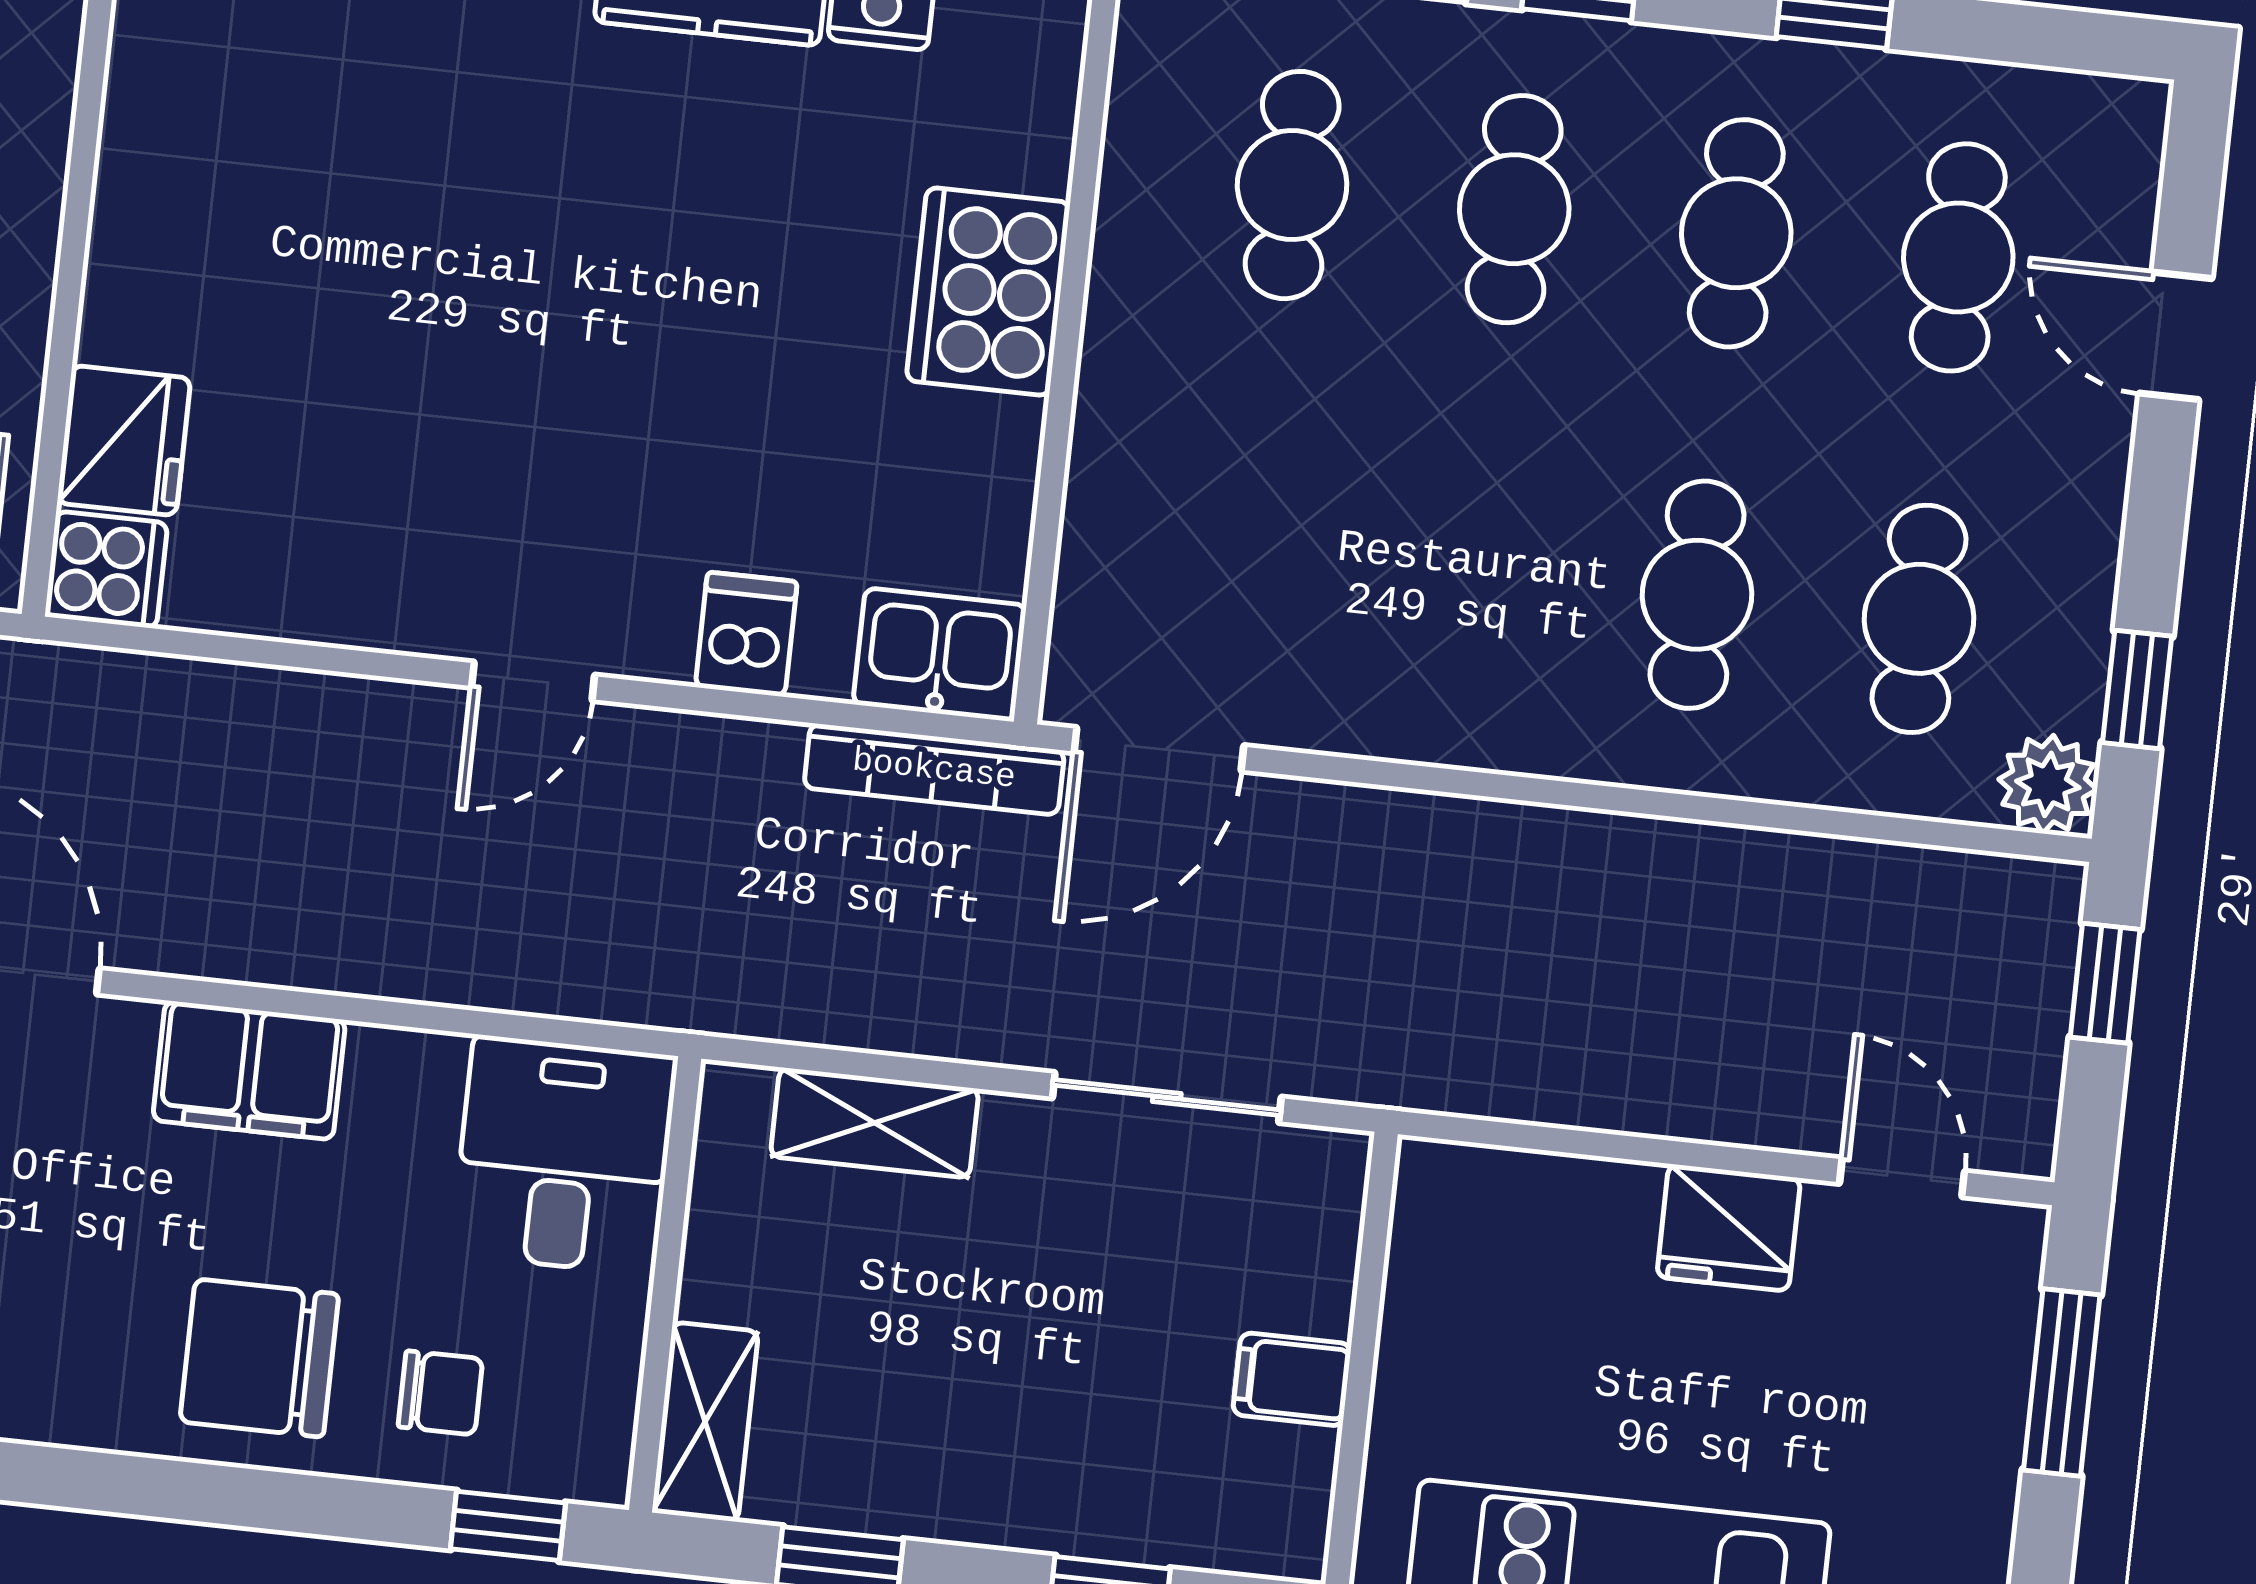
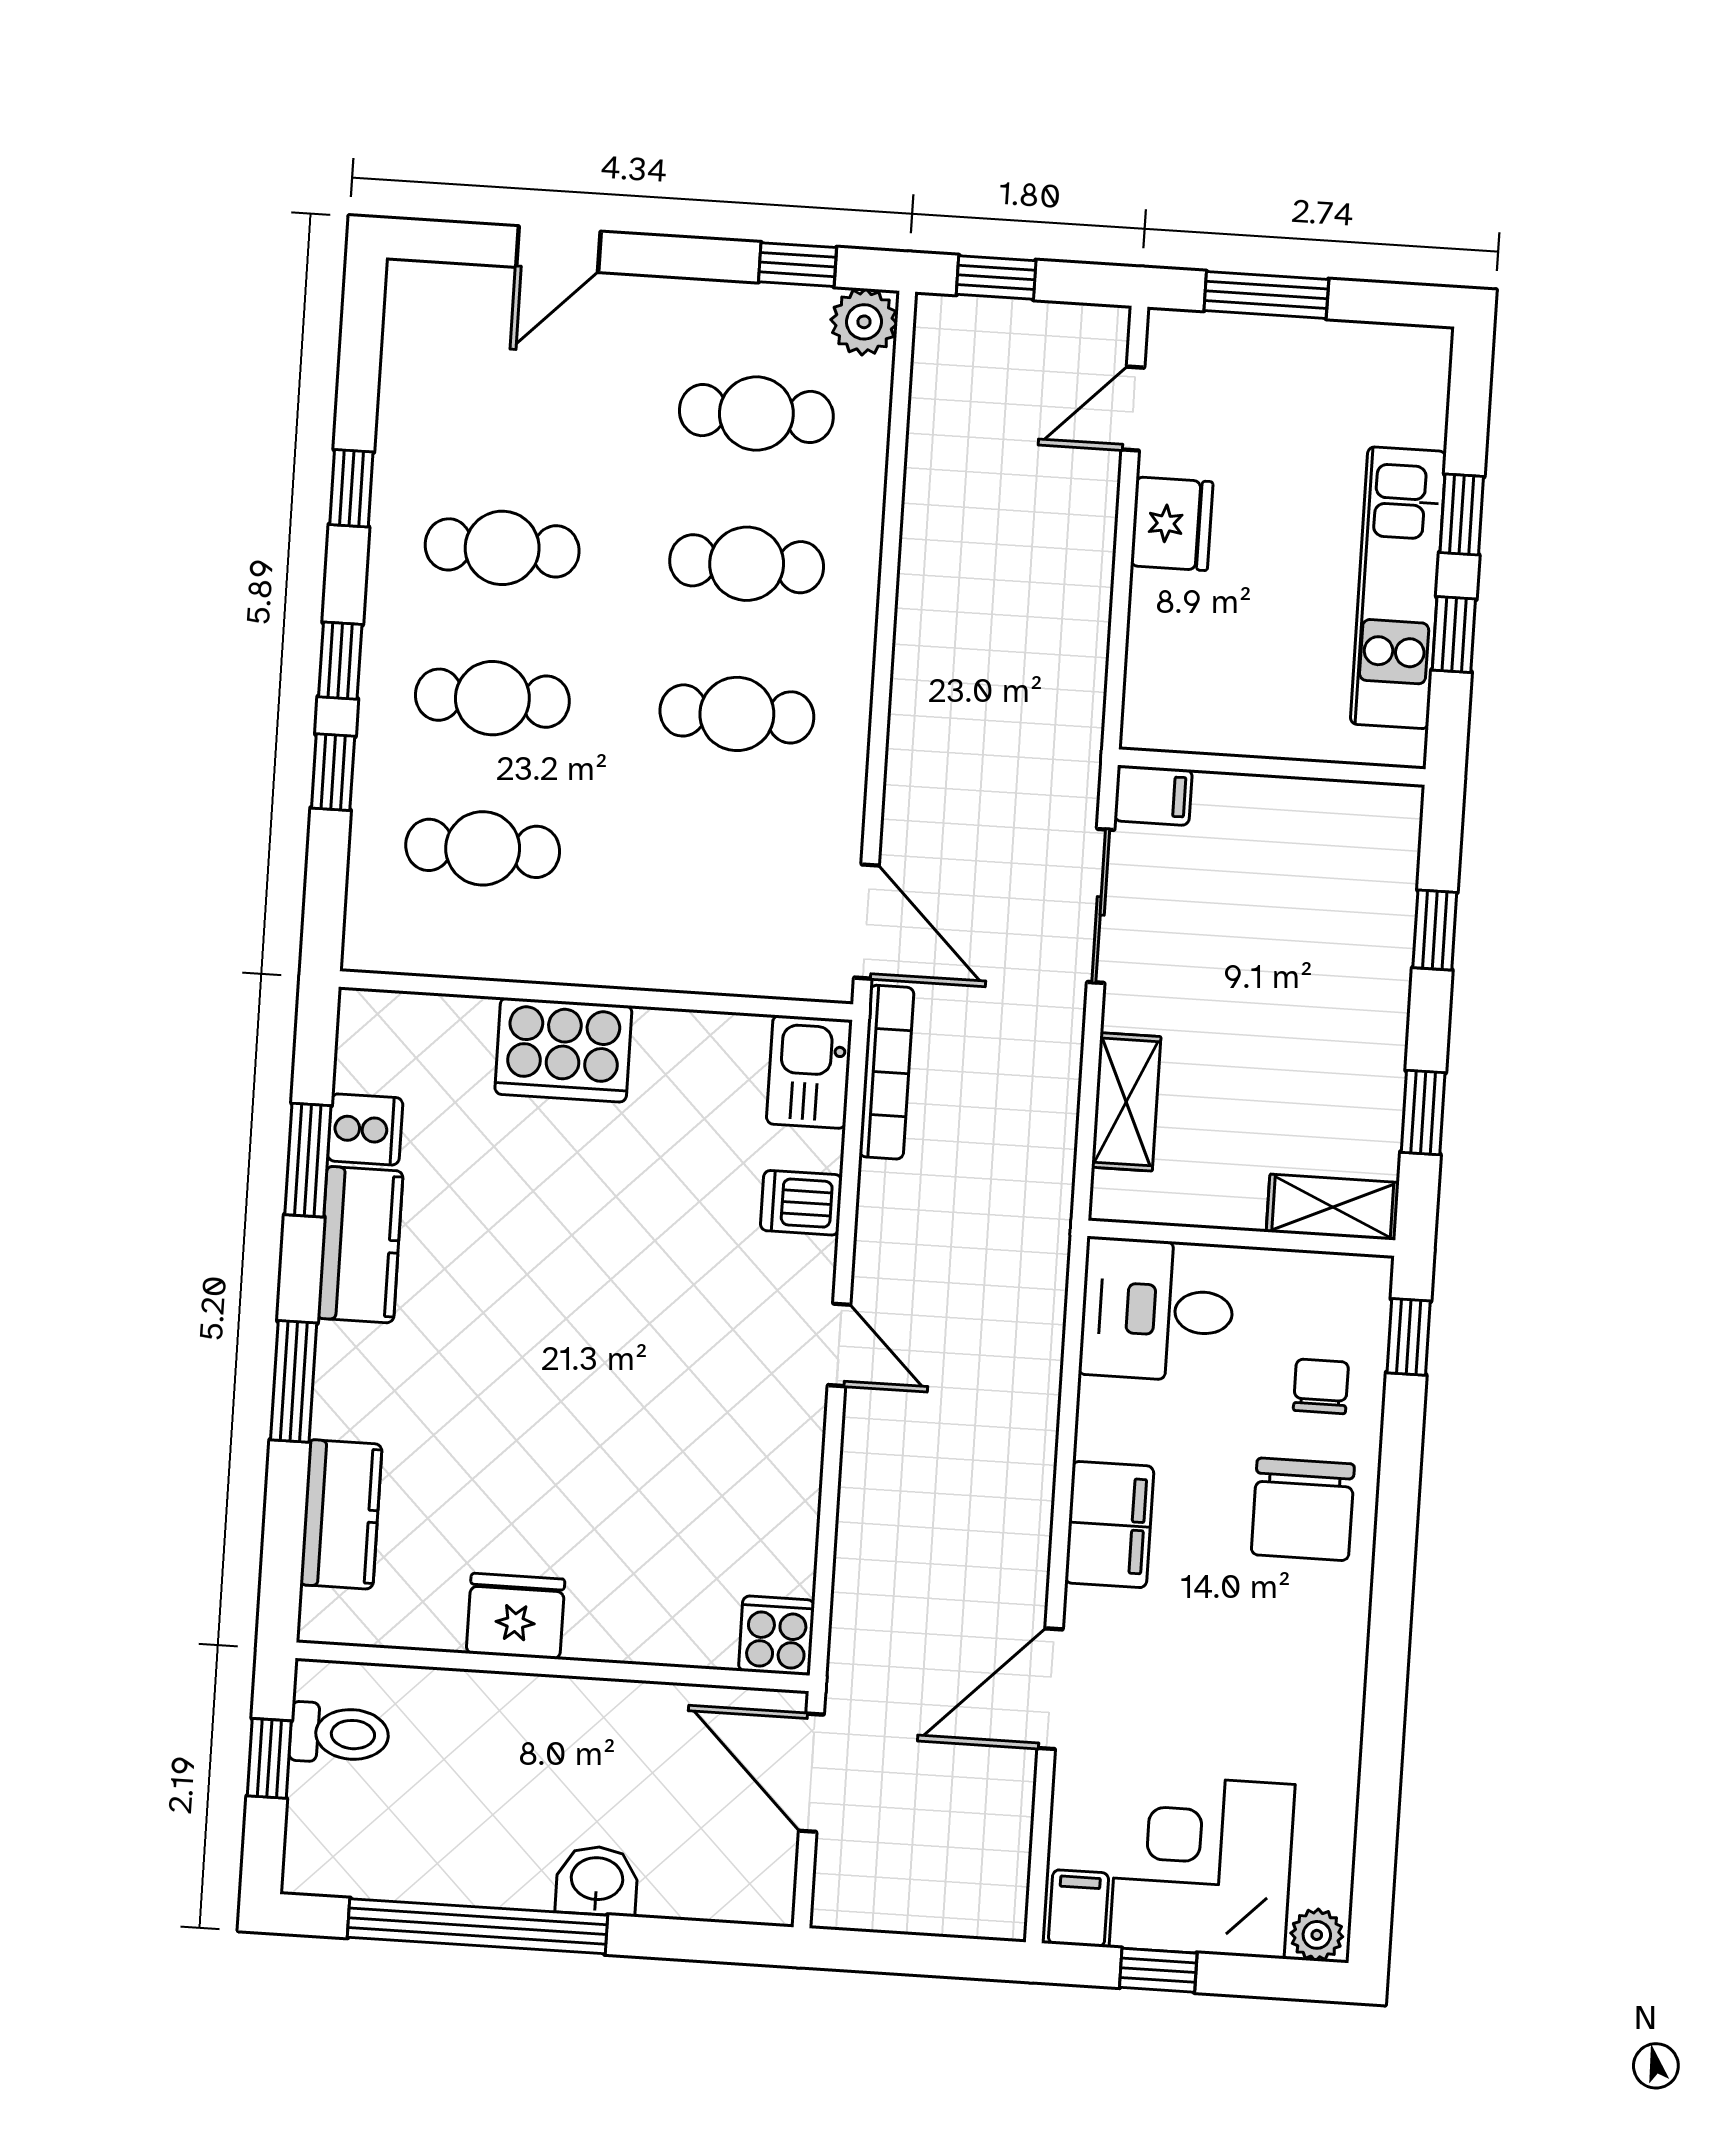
cafe table: (1958, 257) -> (737, 714), moved
fridge: (124, 441) -> (516, 1616), moved
filing cabinet: (1292, 1379) -> (1153, 795), moved, turned -90

